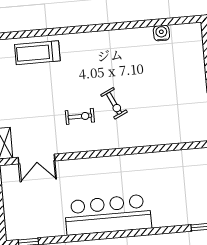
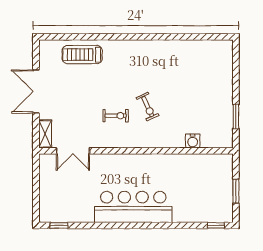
water cooler: (161, 33) -> (193, 141), moved, turned 180

